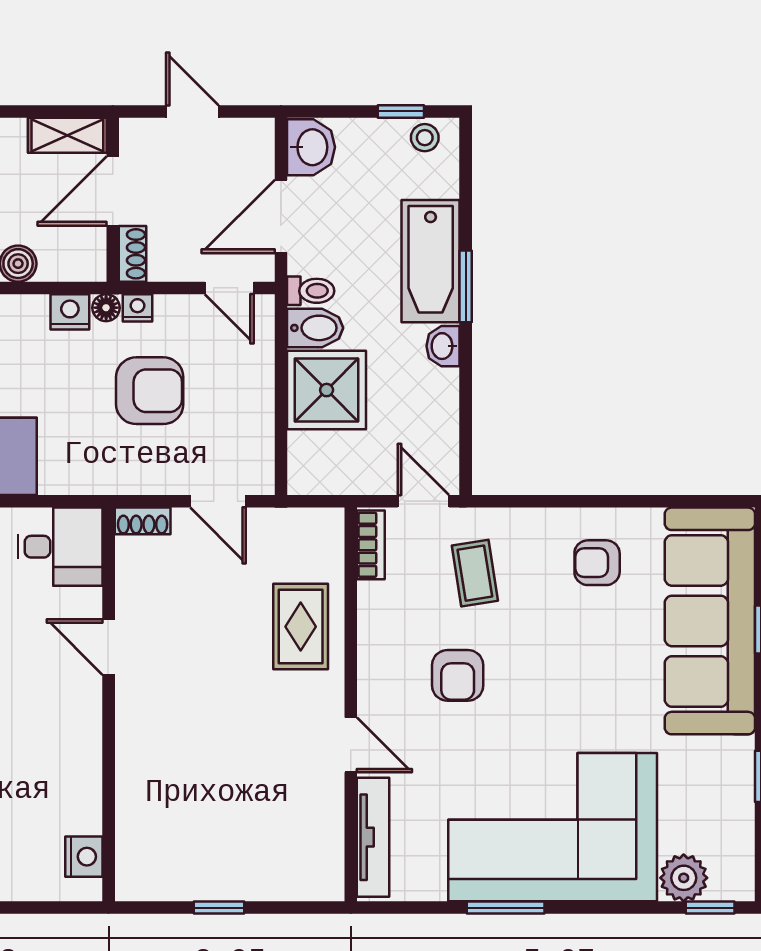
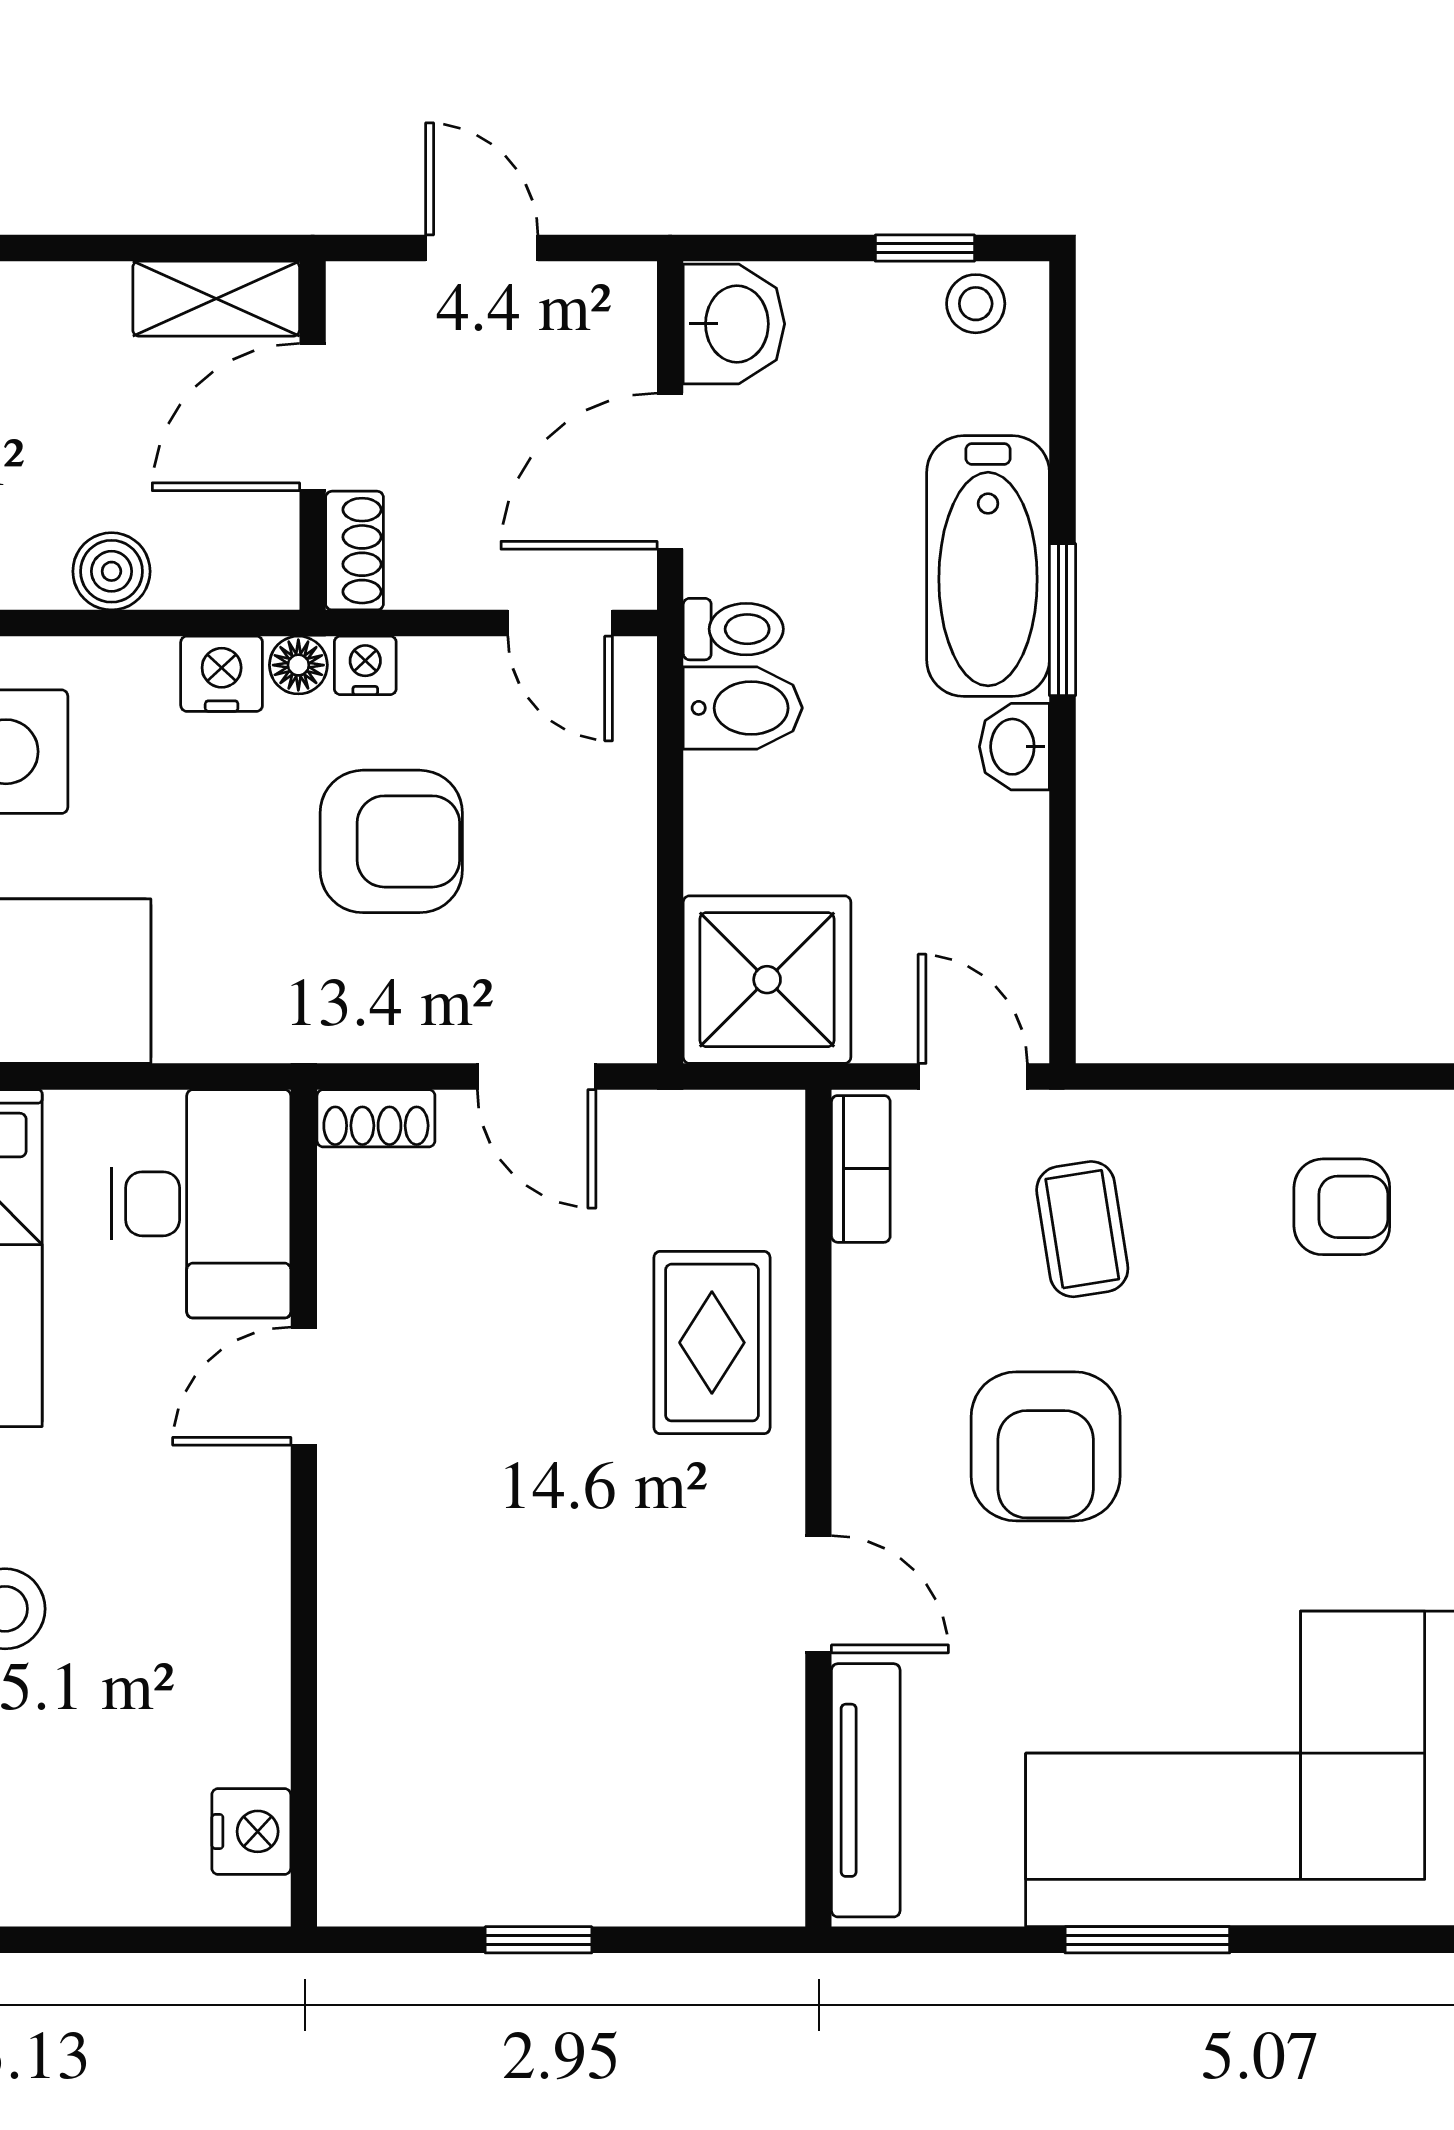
shower: (327, 390) -> (767, 980), moved
desk: (60, 547) -> (201, 1204), width x1.37
armchair: (597, 563) -> (1342, 1207), turned 180
door: (109, 647) -> (304, 1386), hinge flipped
armchair: (458, 675) -> (1046, 1446), width x1.38, depth x1.38

